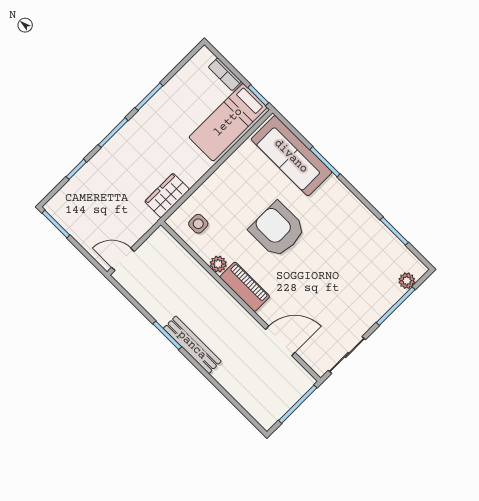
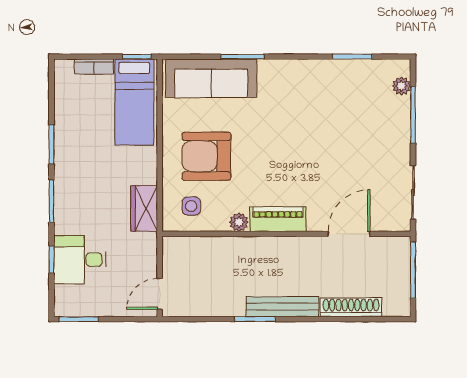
desk: (94, 187) -> (80, 260), added
armchair: (277, 230) -> (206, 156), moved
shoe rack: (235, 388) -> (351, 307), added

